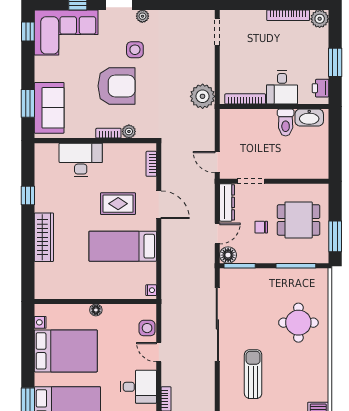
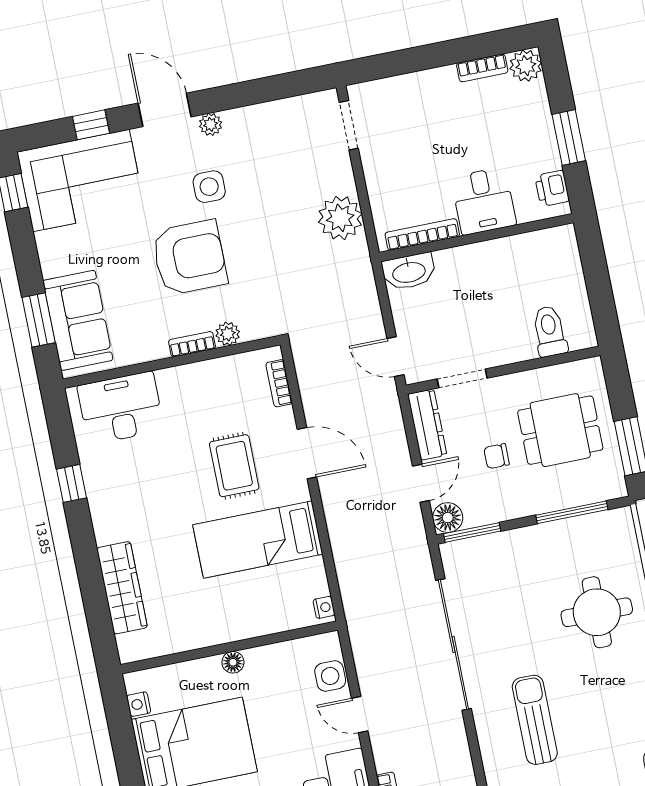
bookcase: (288, 15) -> (482, 68), width x0.64
plant: (203, 96) -> (340, 218), moved
washbasin: (309, 118) -> (409, 272), moved
toilet: (286, 123) -> (550, 331), moved, turned 180
desk: (81, 160) -> (121, 408), moved
rug: (118, 204) -> (234, 466), turned 90
wardrobe: (44, 237) -> (122, 588), moved

